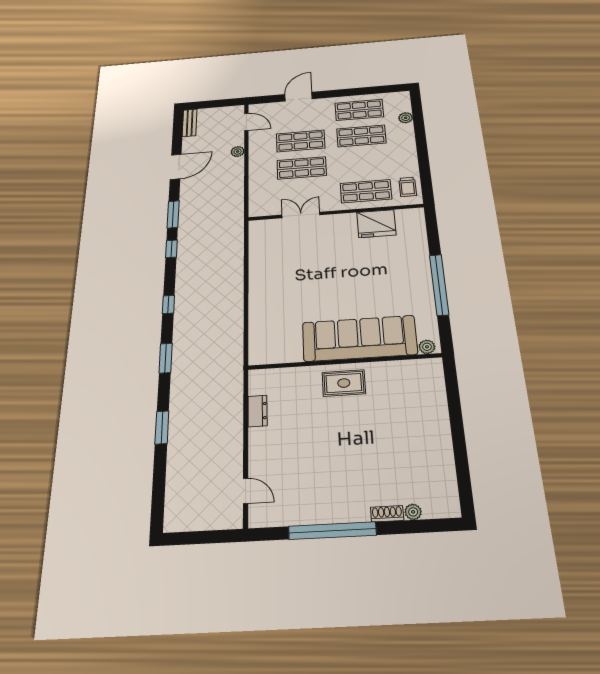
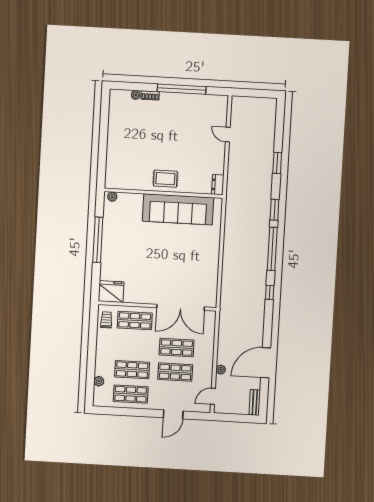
door: (246, 122) -> (213, 396), hinge flipped
door: (176, 167) -> (266, 363), width x1.36
window: (173, 214) -> (268, 321), removed
double door: (301, 215) -> (181, 307), width x1.87
fridge: (376, 224) -> (111, 292), moved
window: (168, 304) -> (272, 249), width x3.17
sofa: (359, 338) -> (178, 209), moved
dresser: (258, 411) -> (218, 185), moved
door: (246, 491) -> (228, 135), moved

